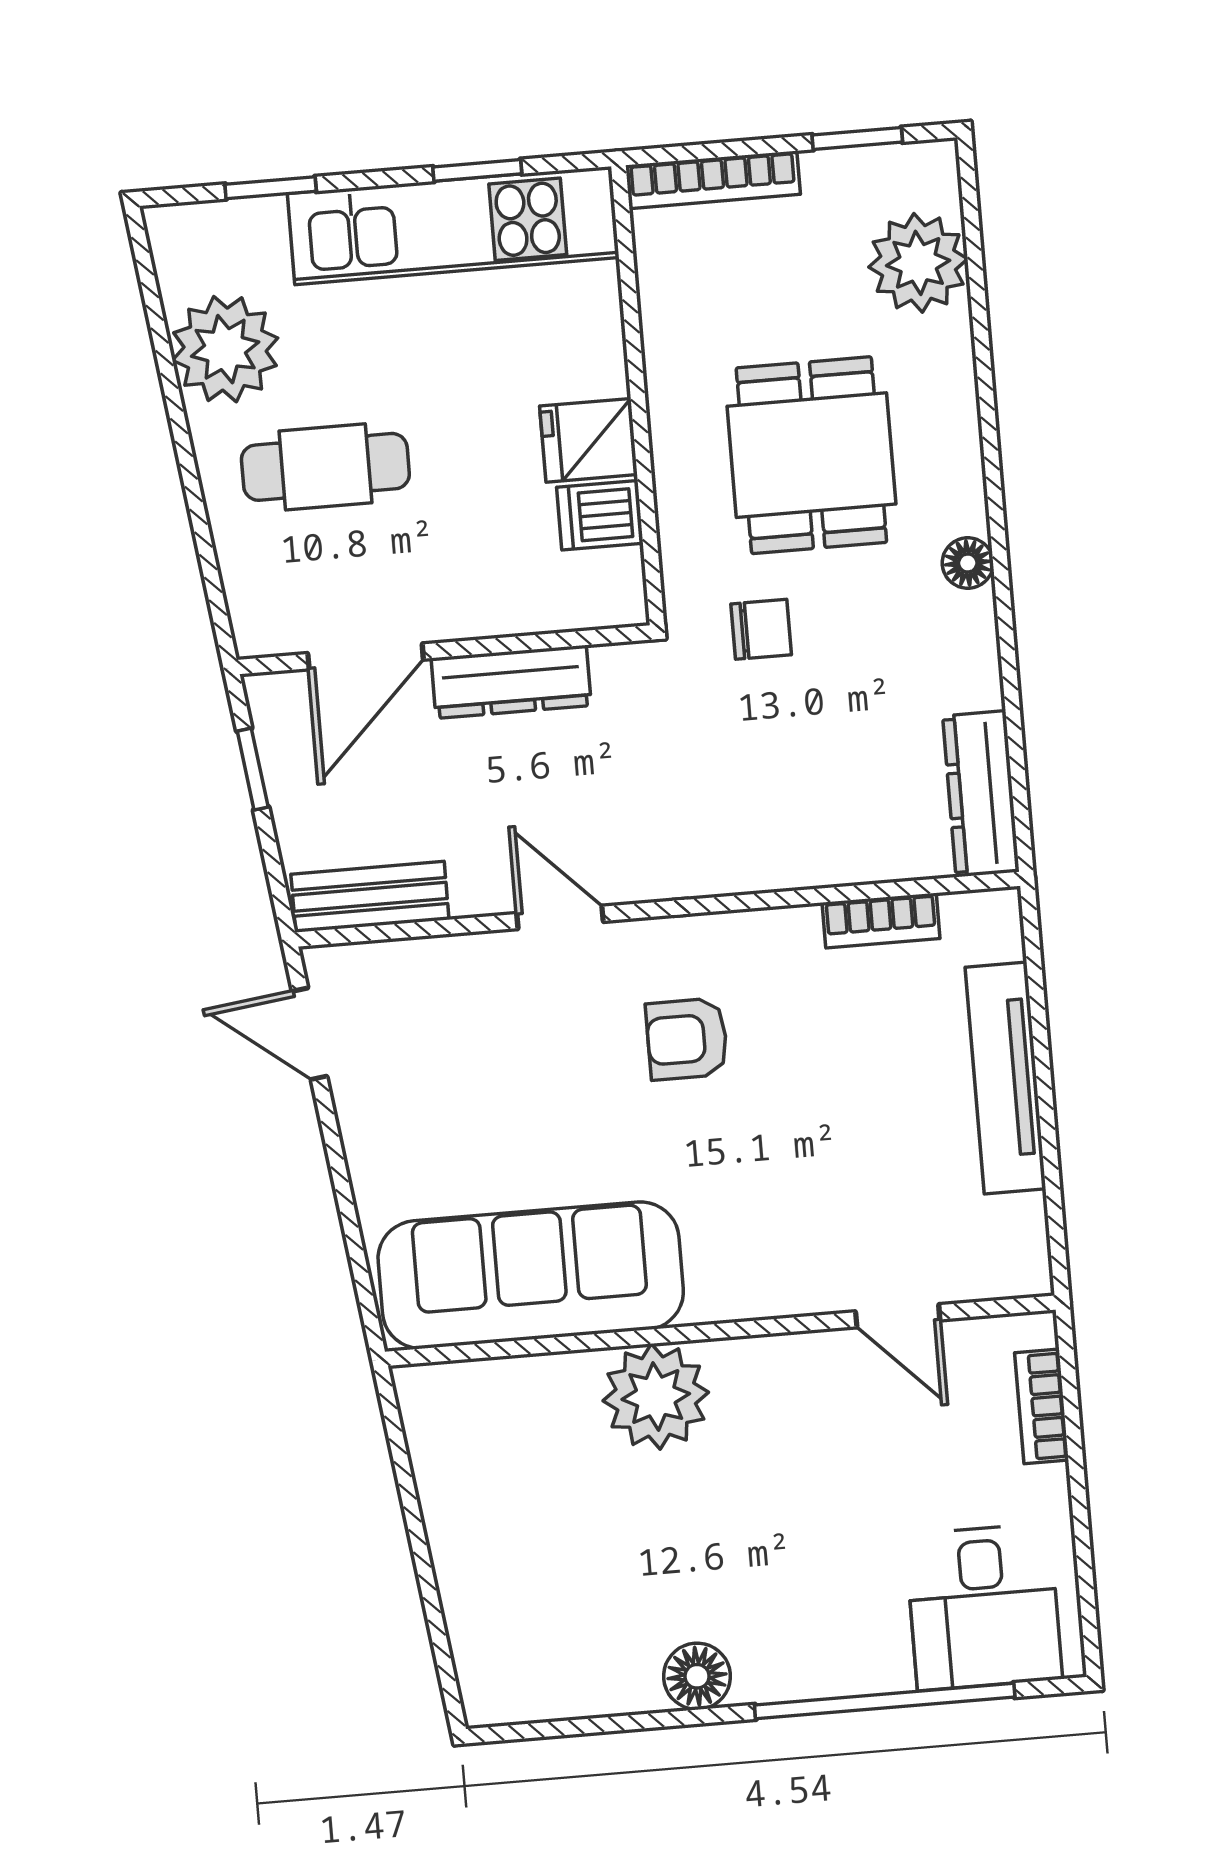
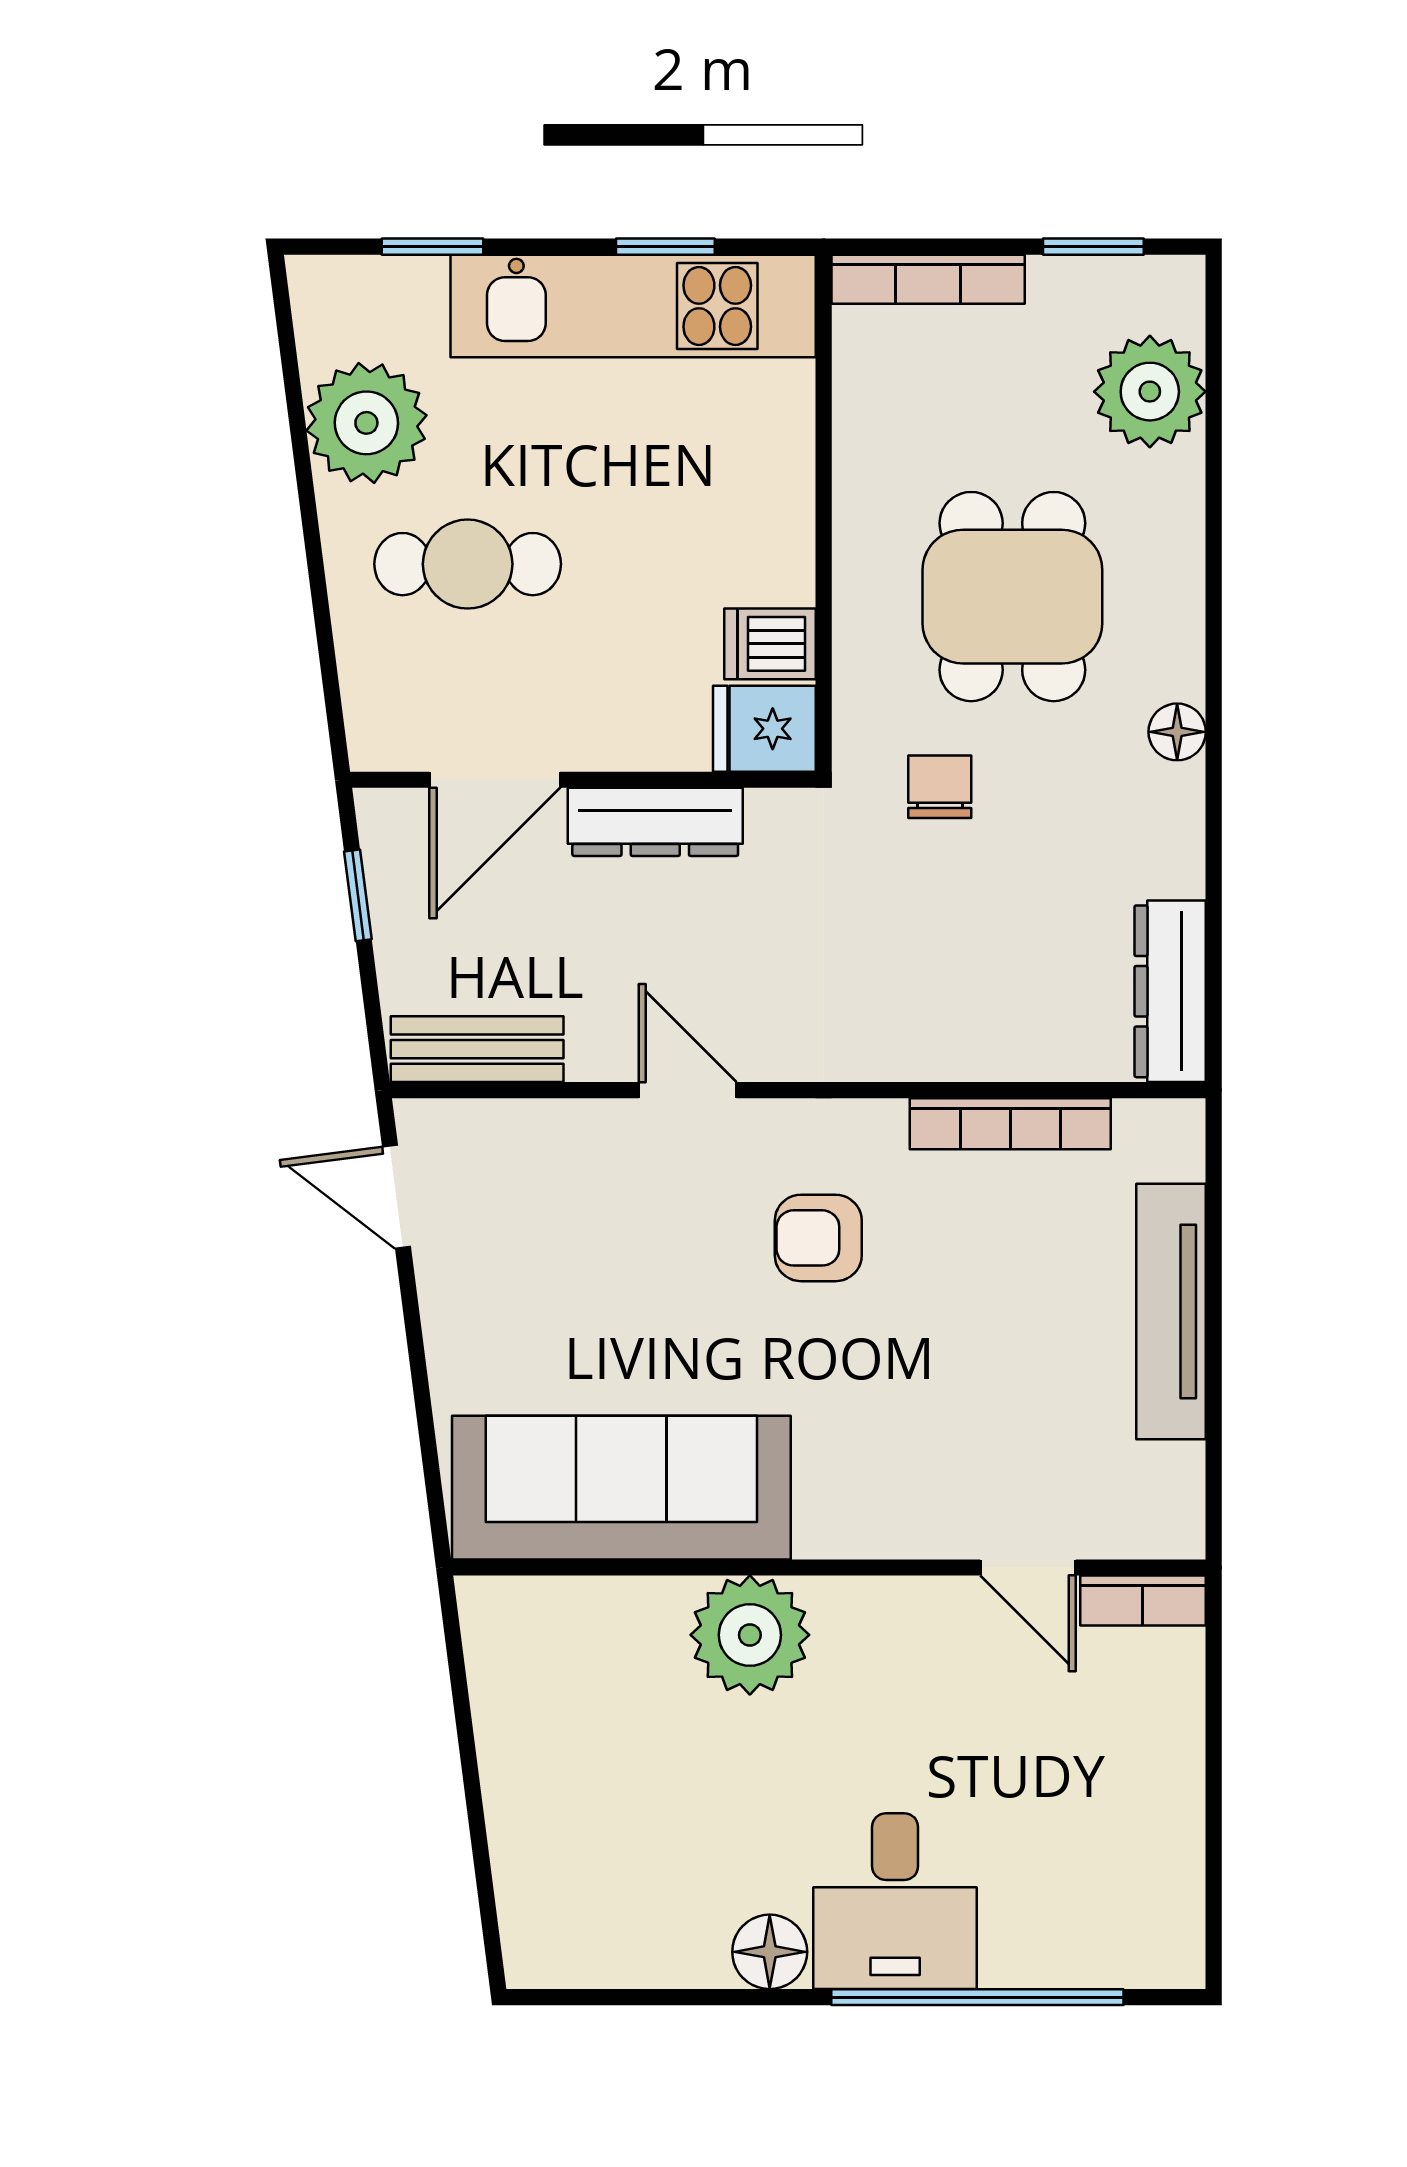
fridge: (589, 440) -> (764, 729), moved
chair: (761, 629) -> (940, 787), turned -90
bookcase: (881, 921) -> (1010, 1124), width x1.56
bookcase: (1042, 1406) -> (1143, 1601), moved, turned -90
desk: (984, 1607) -> (895, 1901), moved

